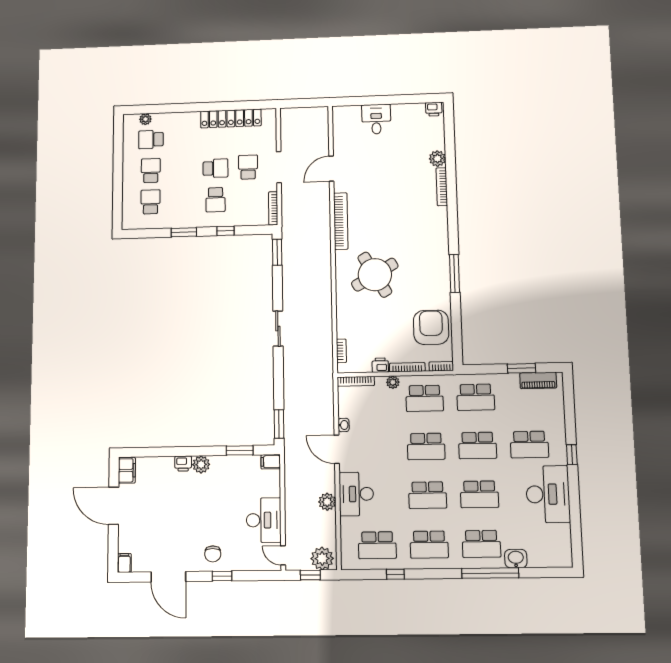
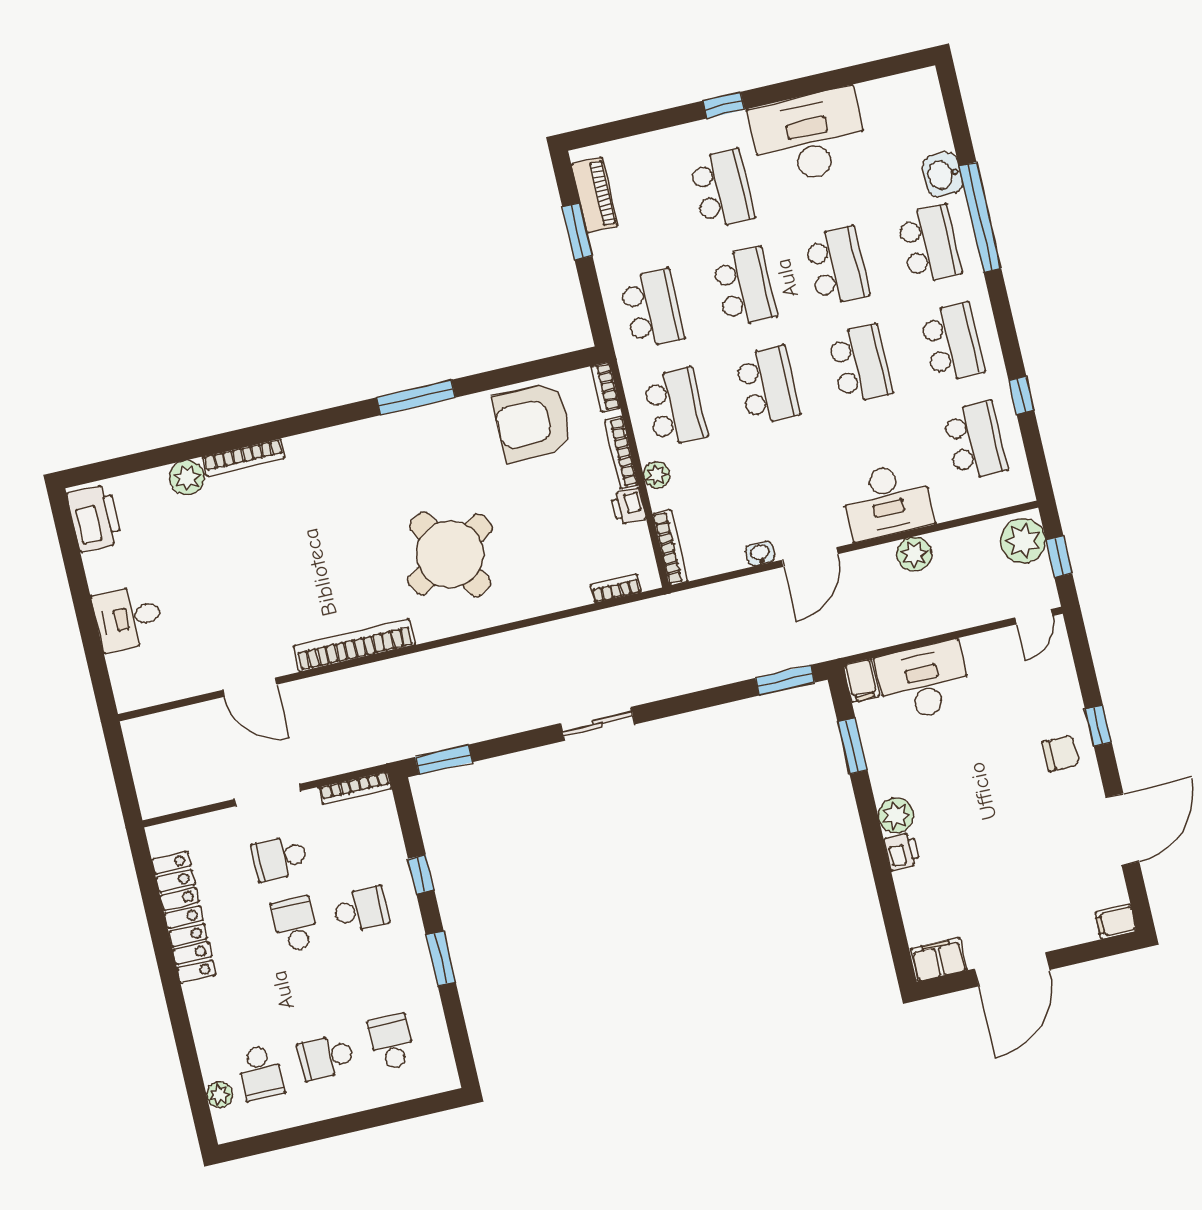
printer: (434, 109) -> (95, 518), width x1.87, depth x1.48
school desk: (150, 202) -> (392, 1042), turned 90
desk: (264, 520) -> (923, 681), moved

